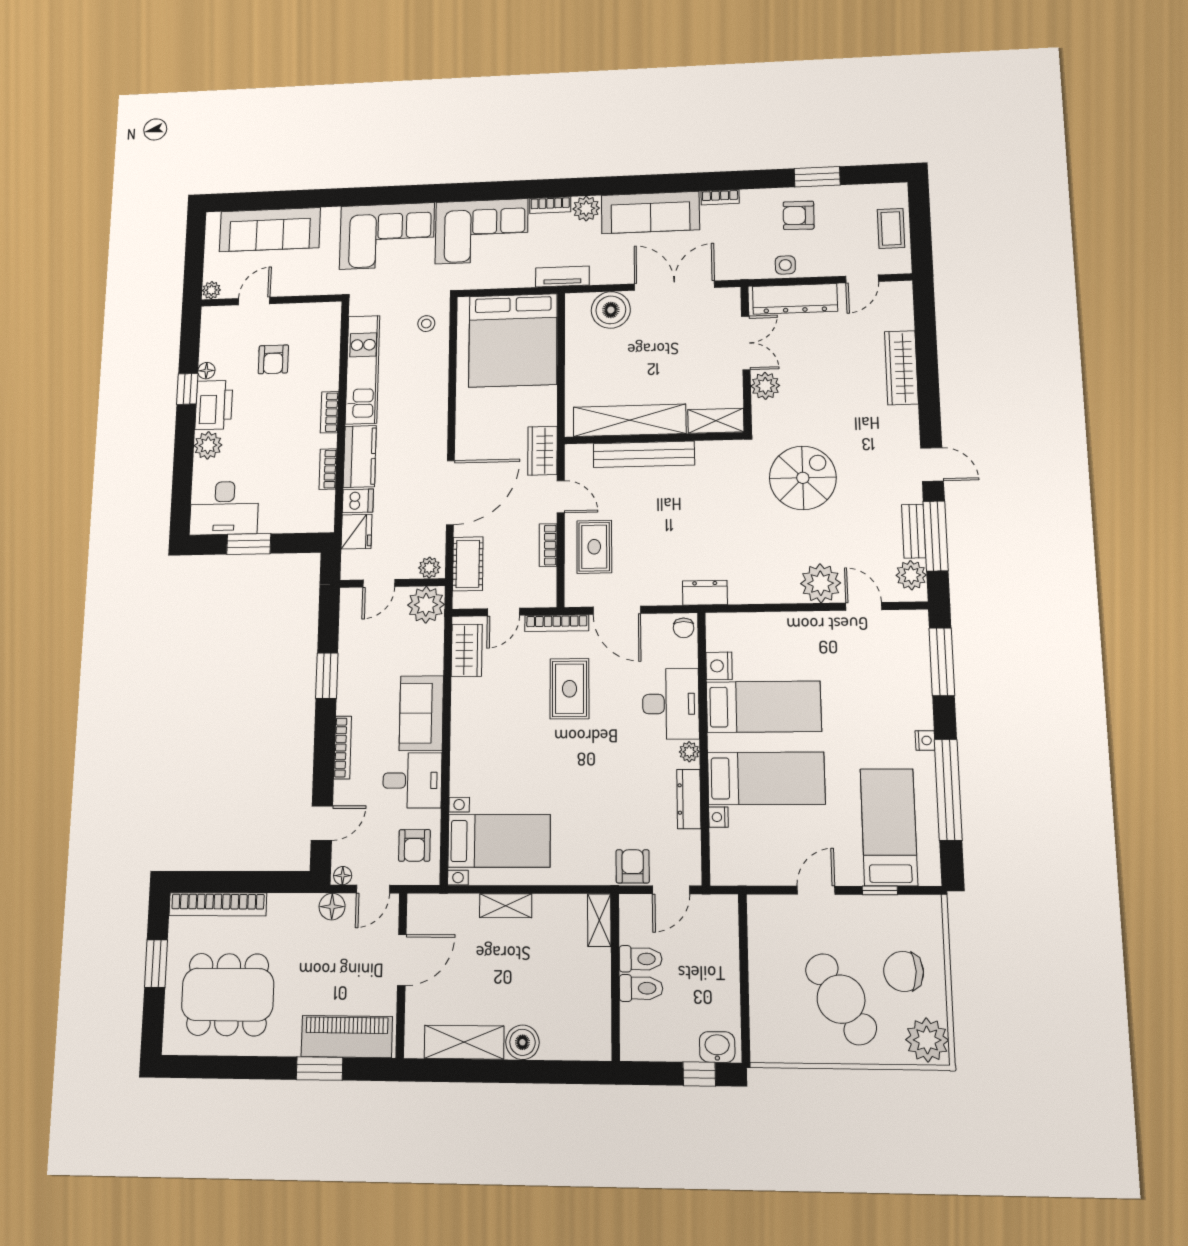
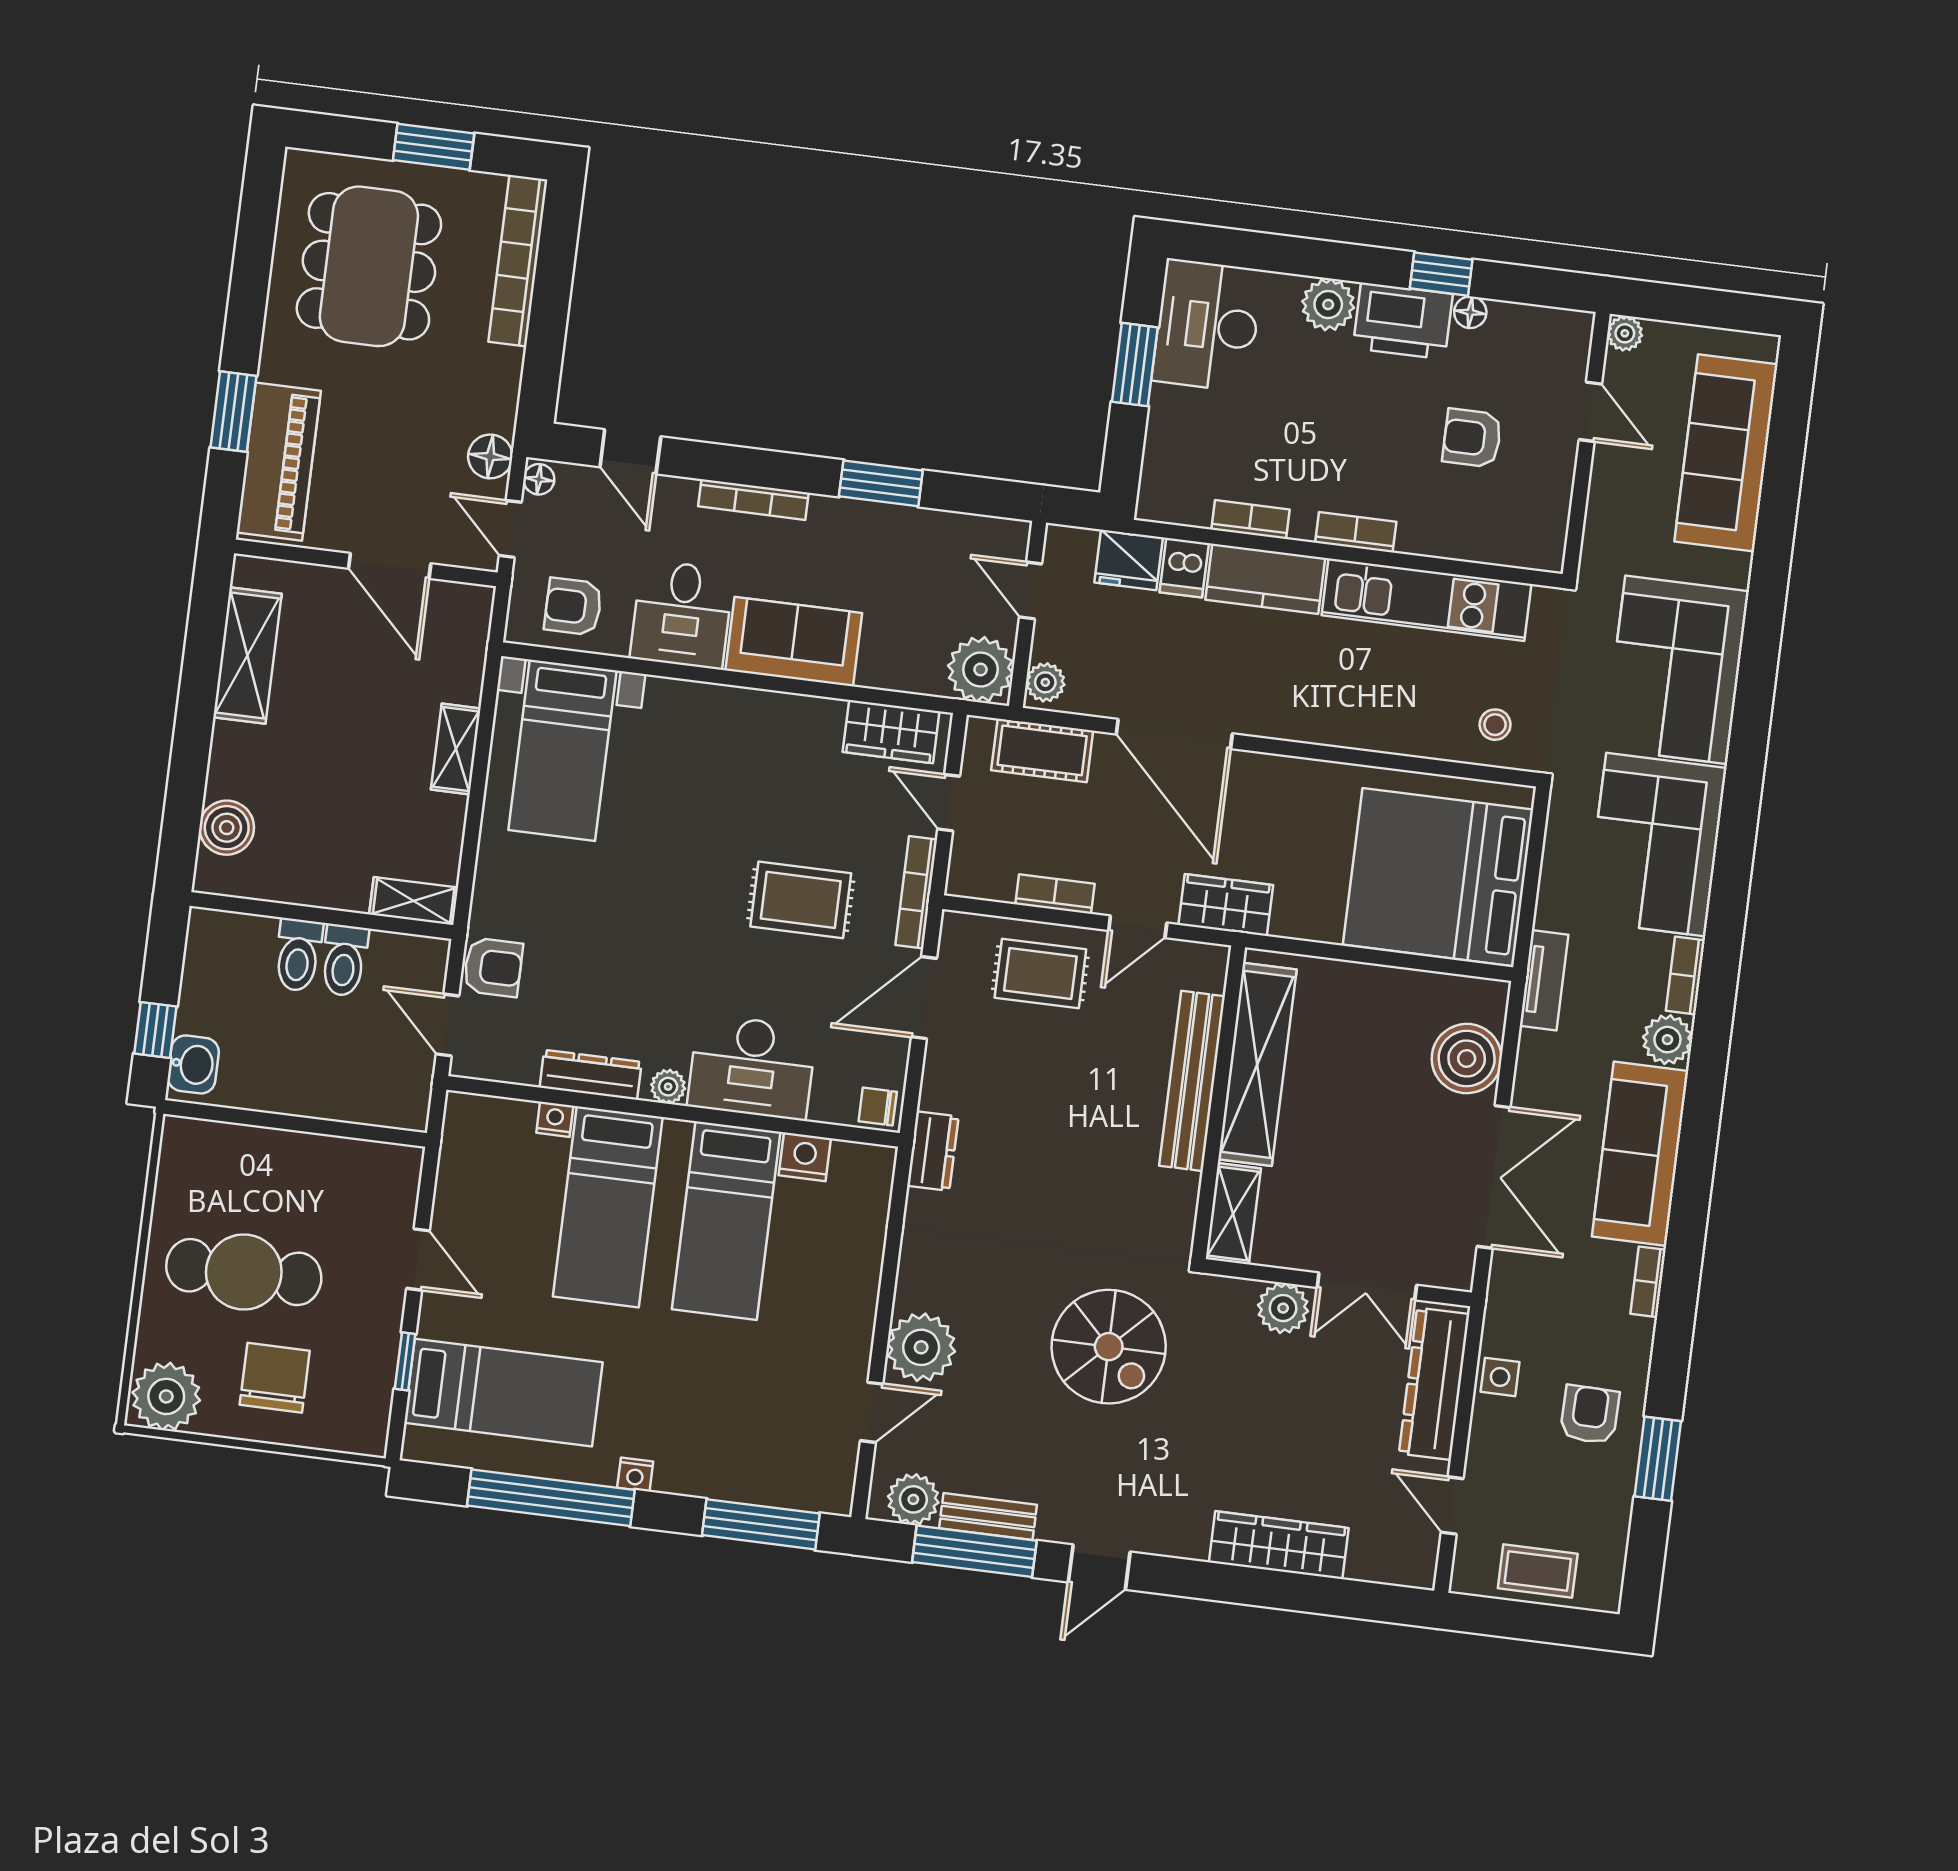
cafe table: (841, 999) -> (244, 1272), turned 32
boiler: (522, 1042) -> (227, 828), moved

